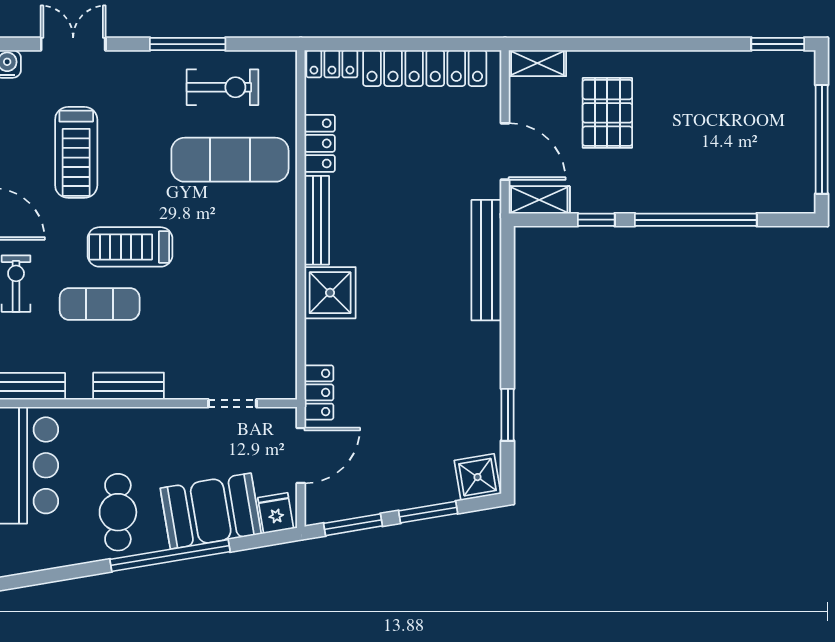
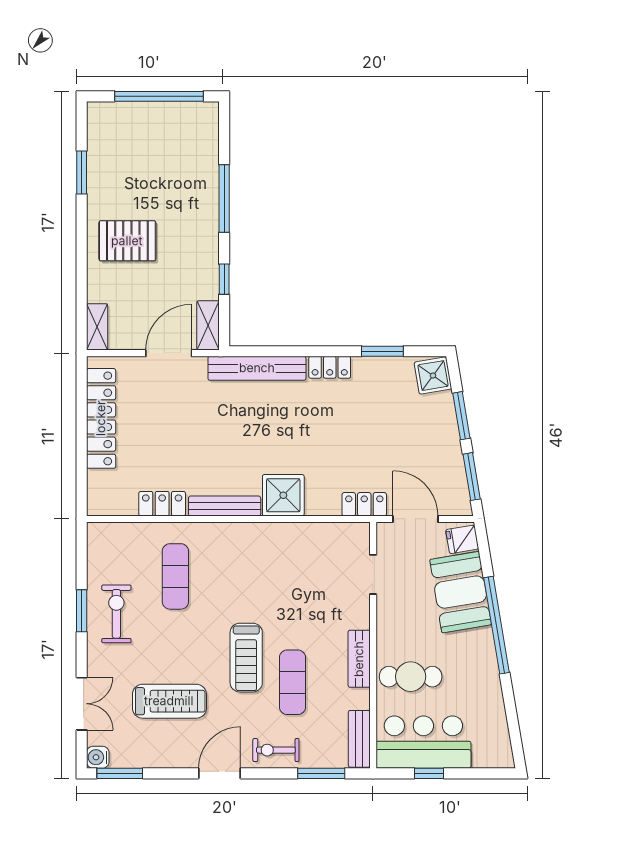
double door: (73, 44) -> (82, 704), swing flipped
window: (188, 44) -> (82, 611), width x0.69
window: (778, 44) -> (82, 172), moved
locker: (332, 64) -> (330, 367), moved, turned 90
exercise bike: (223, 87) -> (116, 614), moved
pallet: (607, 113) -> (127, 241), moved
exercise mat: (230, 160) -> (175, 576), width x0.73, depth x0.69
window: (696, 220) -> (224, 198), width x0.68
cafe table: (118, 512) -> (411, 677), moved

